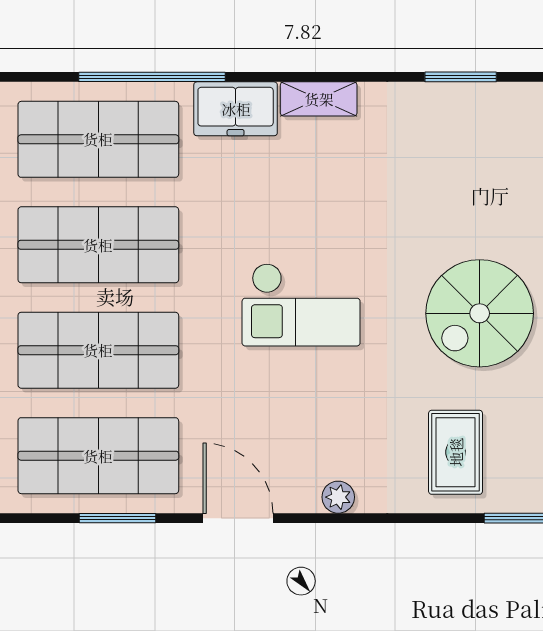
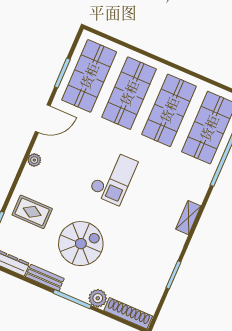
freezer: (236, 109) -> (198, 184), removed
checkout: (301, 305) -> (113, 177), turned 180
spiral stairs: (480, 313) -> (81, 244), turned 90

